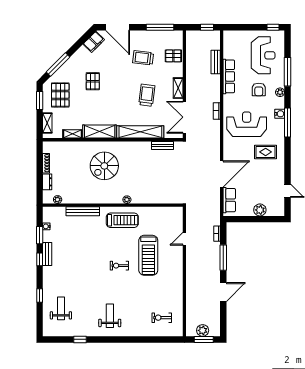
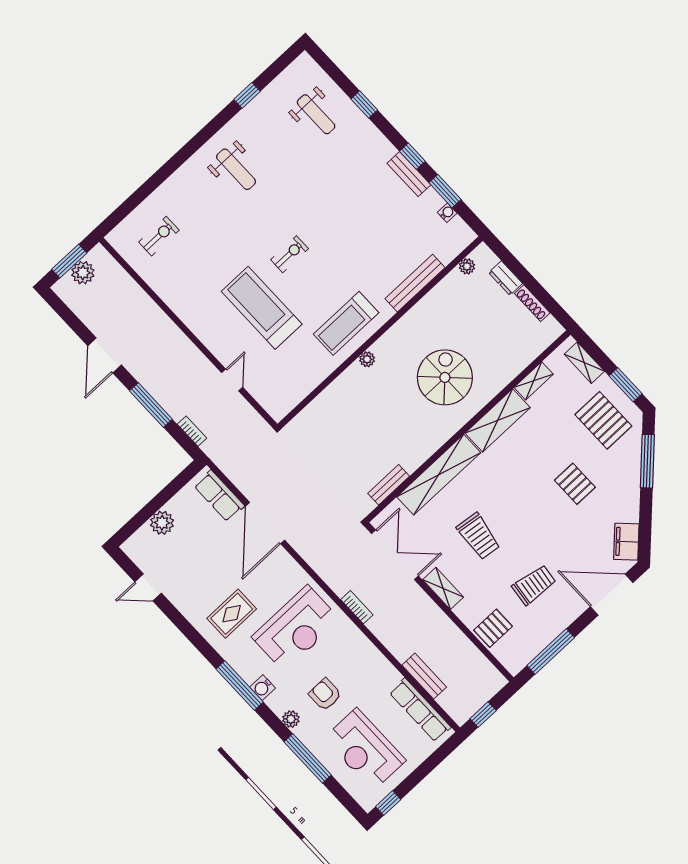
row of seats: (229, 76) -> (420, 710), moved

